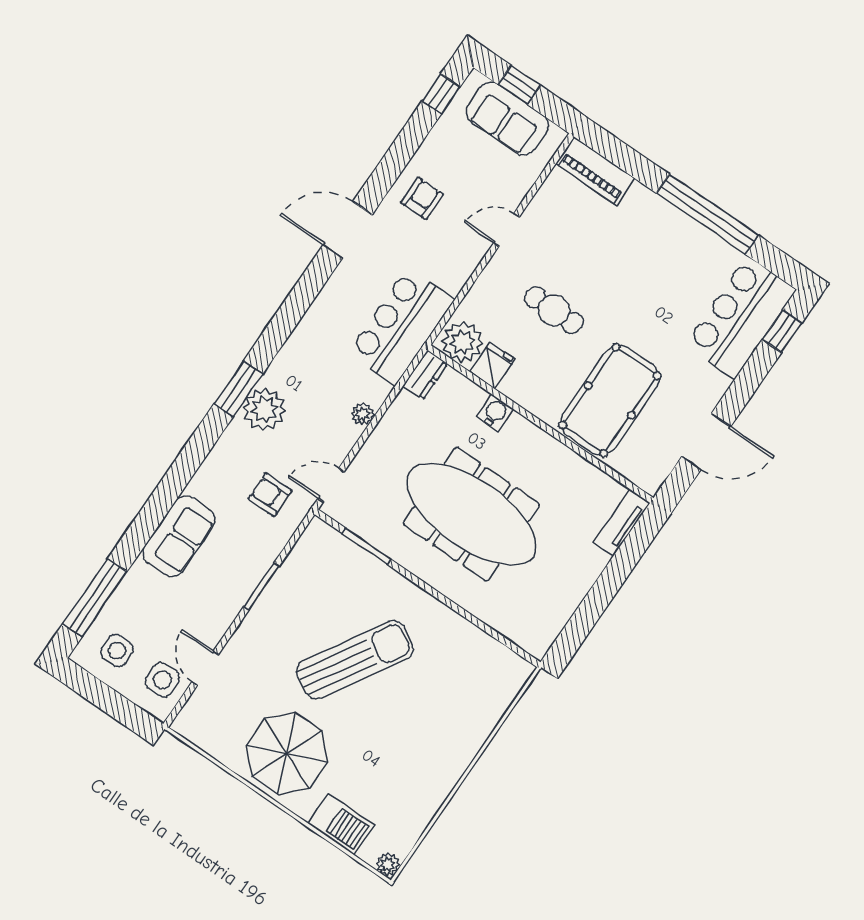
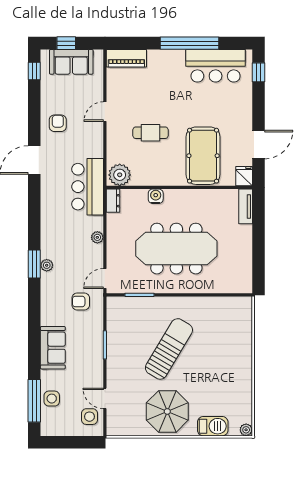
bar counter: (741, 318) -> (216, 66), moved, turned -90
fridge: (492, 366) -> (244, 176), moved
plant: (264, 409) -> (47, 265), width x0.53, depth x0.53
side table: (117, 651) -> (52, 399), moved

